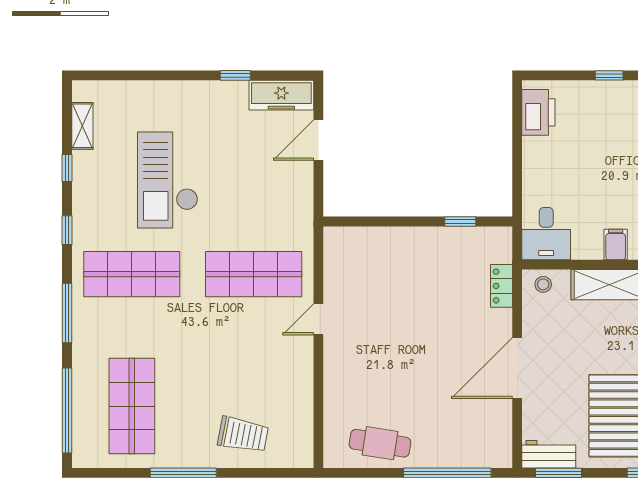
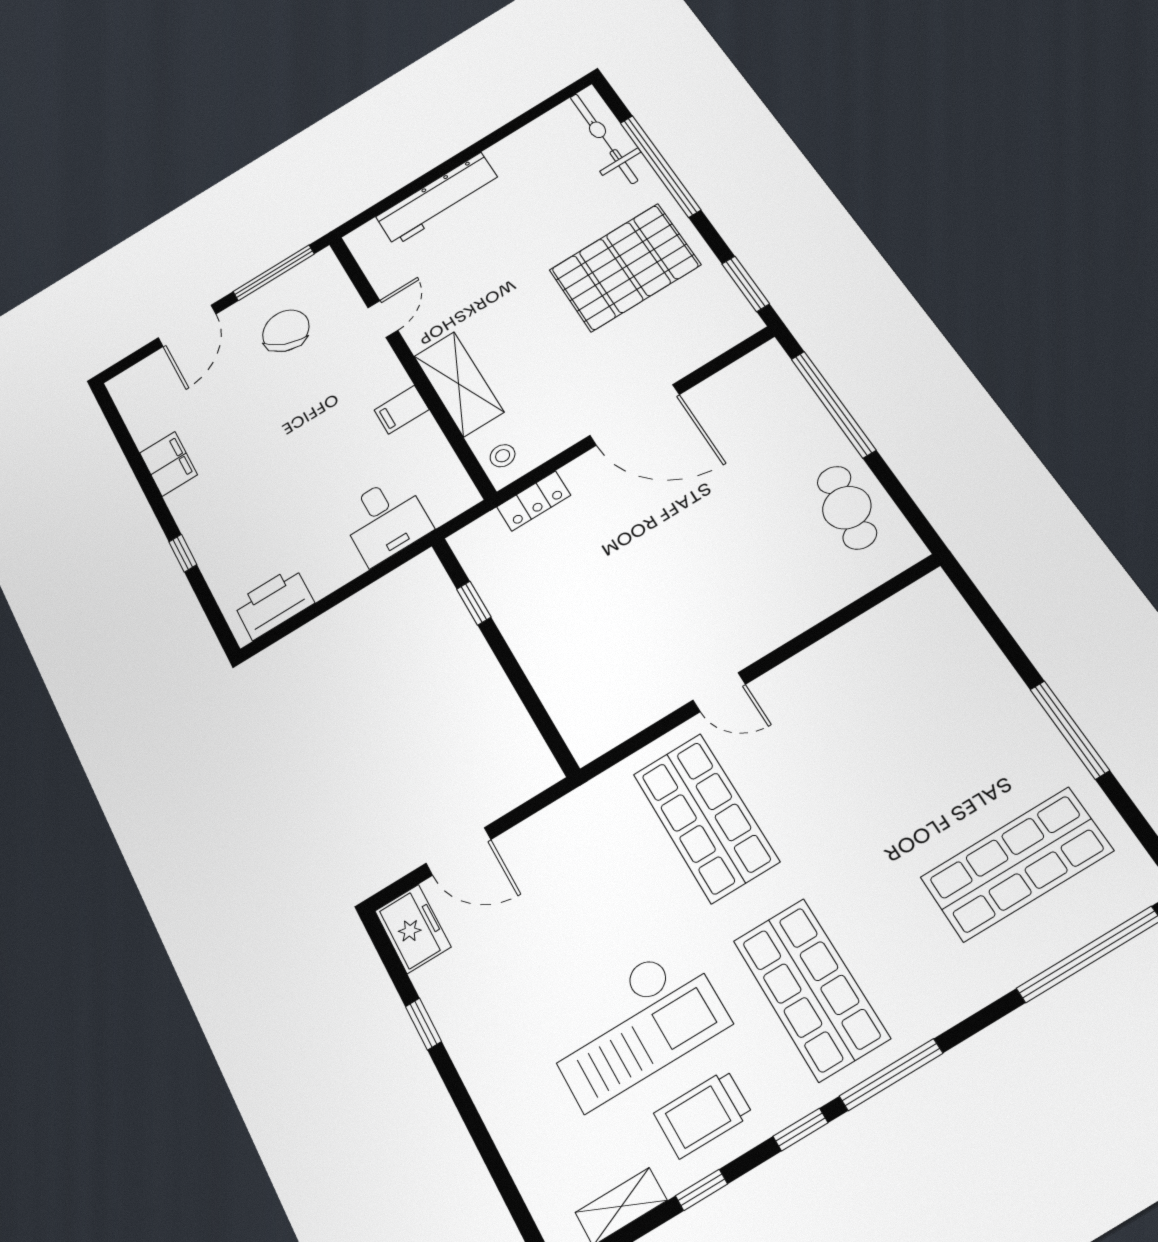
freezer: (281, 95) -> (413, 929), width x0.71
desk: (546, 234) -> (385, 520), moved, turned 90
window: (67, 313) -> (891, 1075), moved
trolley: (243, 435) -> (703, 1114), moved, turned -101
workbench: (549, 454) -> (728, 309), removed

